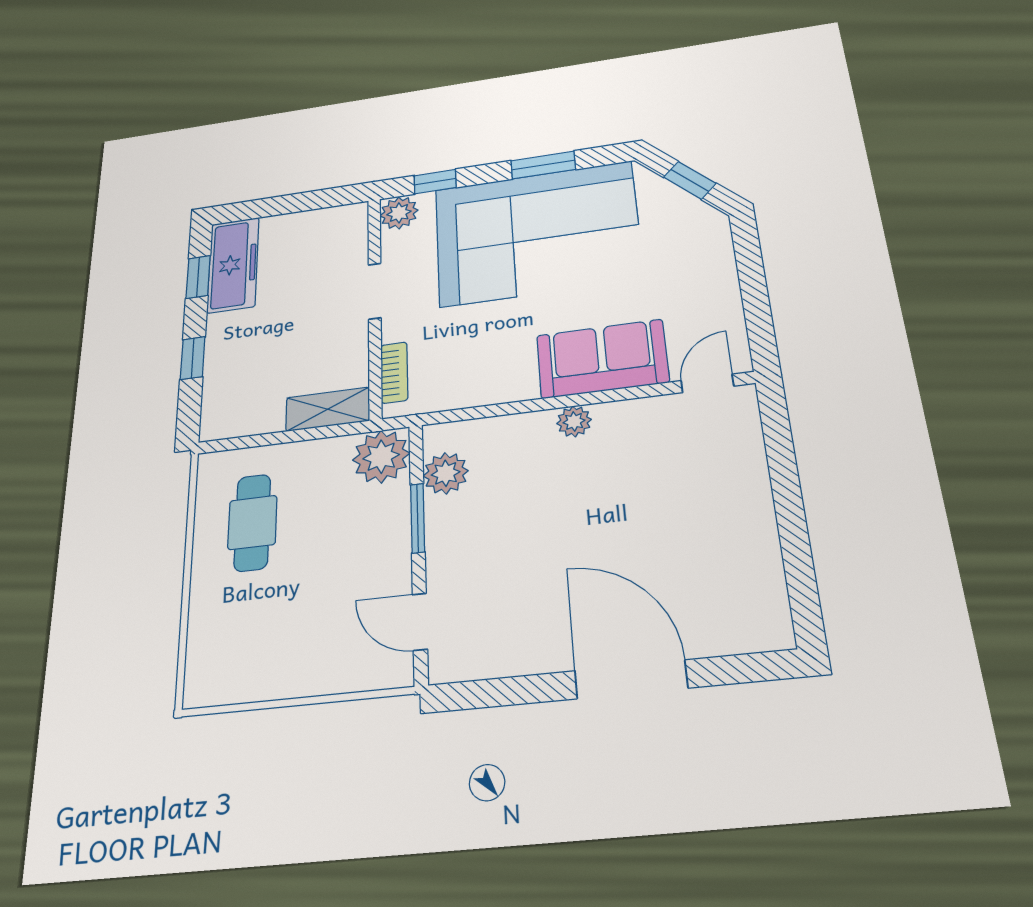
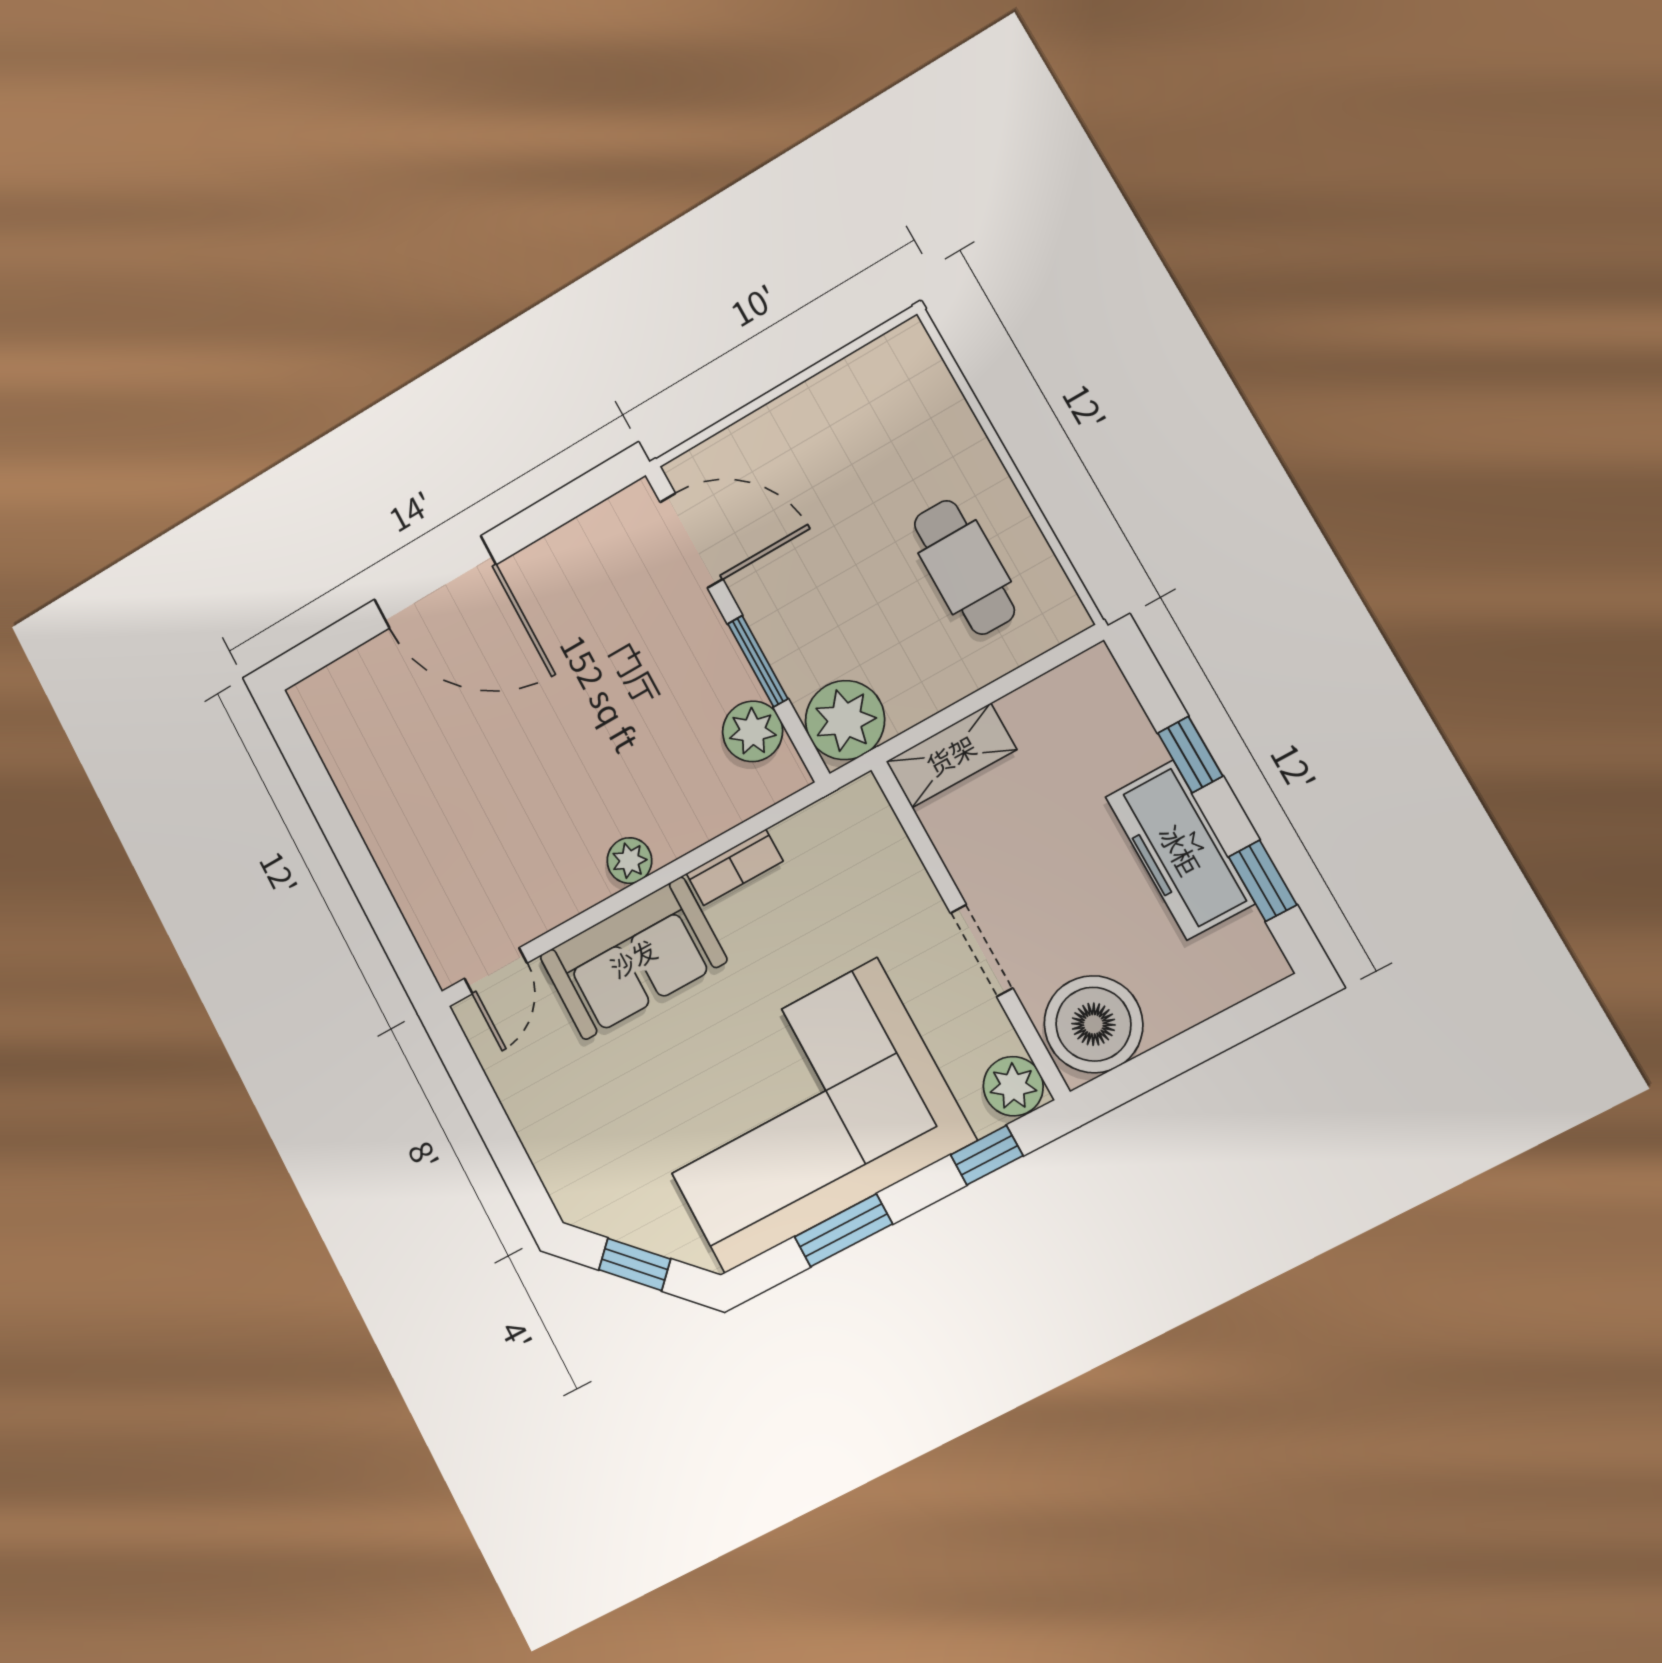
boiler: (334, 232) -> (1093, 1024), added
freezer: (233, 265) -> (1180, 850), moved
bookcase: (394, 373) -> (735, 867), moved, turned -90
door: (420, 622) -> (691, 541), width x1.38

